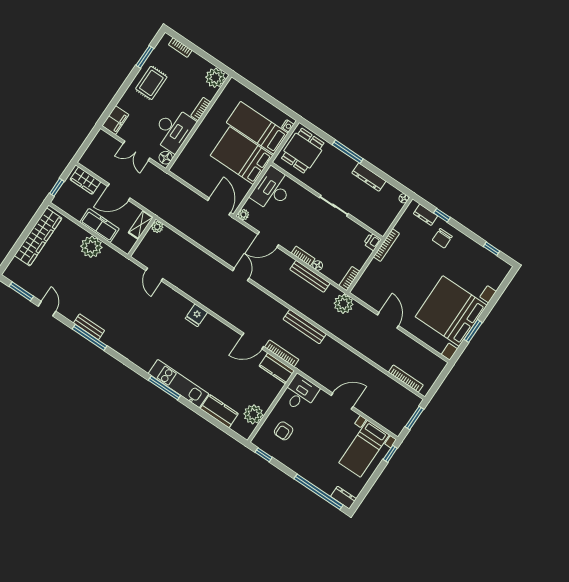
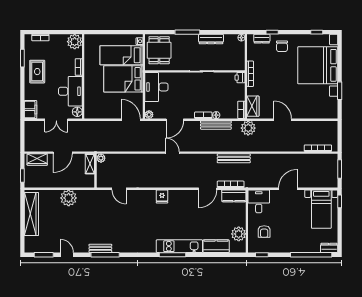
freezer: (99, 226) -> (65, 181), removed
wardrobe: (365, 283) -> (253, 106), added
bed with nightstands: (451, 311) -> (318, 65), moved

